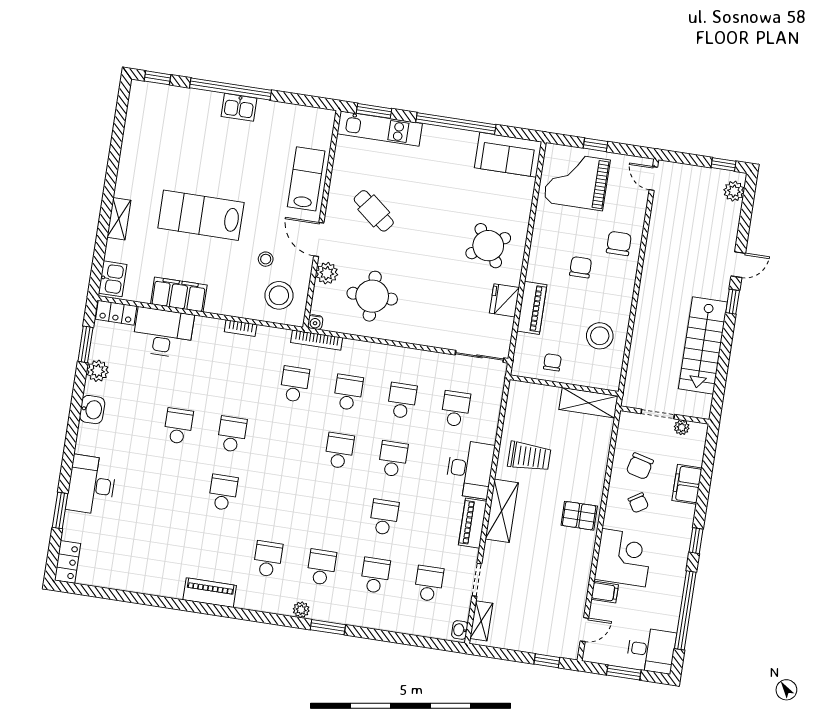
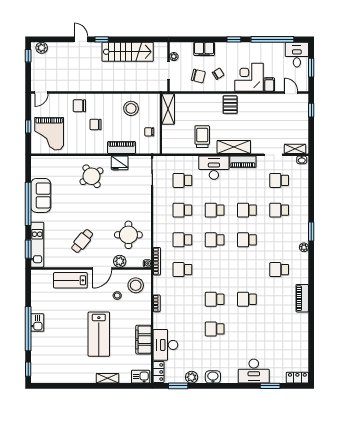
sofa: (508, 155) -> (41, 195), moved
school desk: (321, 567) -> (247, 240), moved

